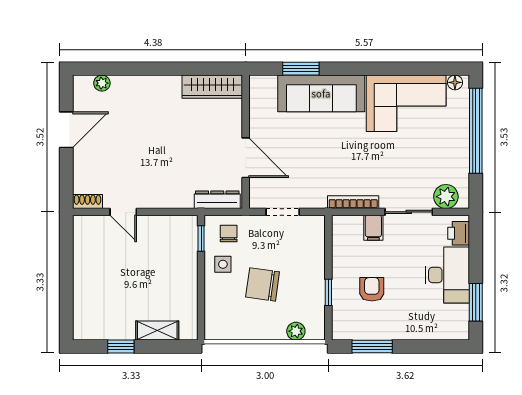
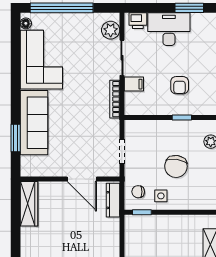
door: (246, 158) -> (82, 179), swing flipped
armchair: (372, 289) -> (180, 85), turned -90

